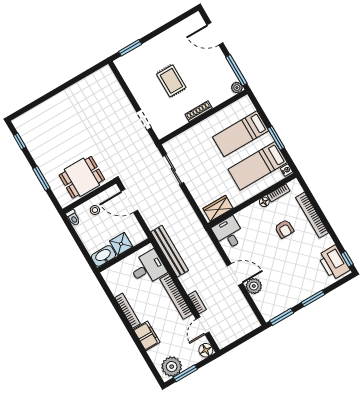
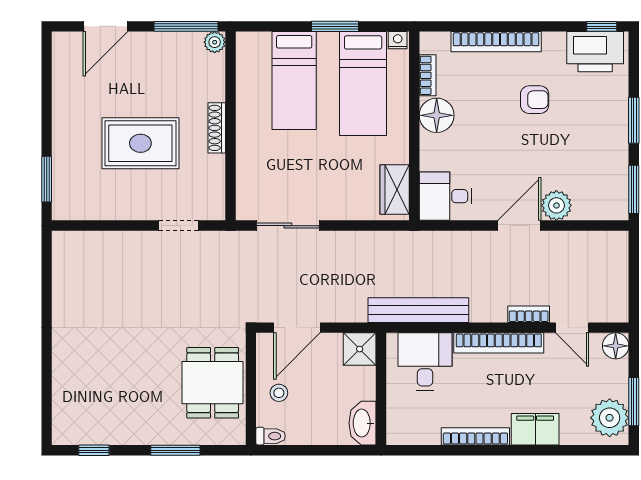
rug: (171, 81) -> (140, 143), width x1.36, depth x1.43
floor lamp: (264, 202) -> (437, 115), width x1.89, depth x1.89
armchair: (284, 229) -> (535, 100), moved
shower: (121, 244) -> (360, 349), moved

